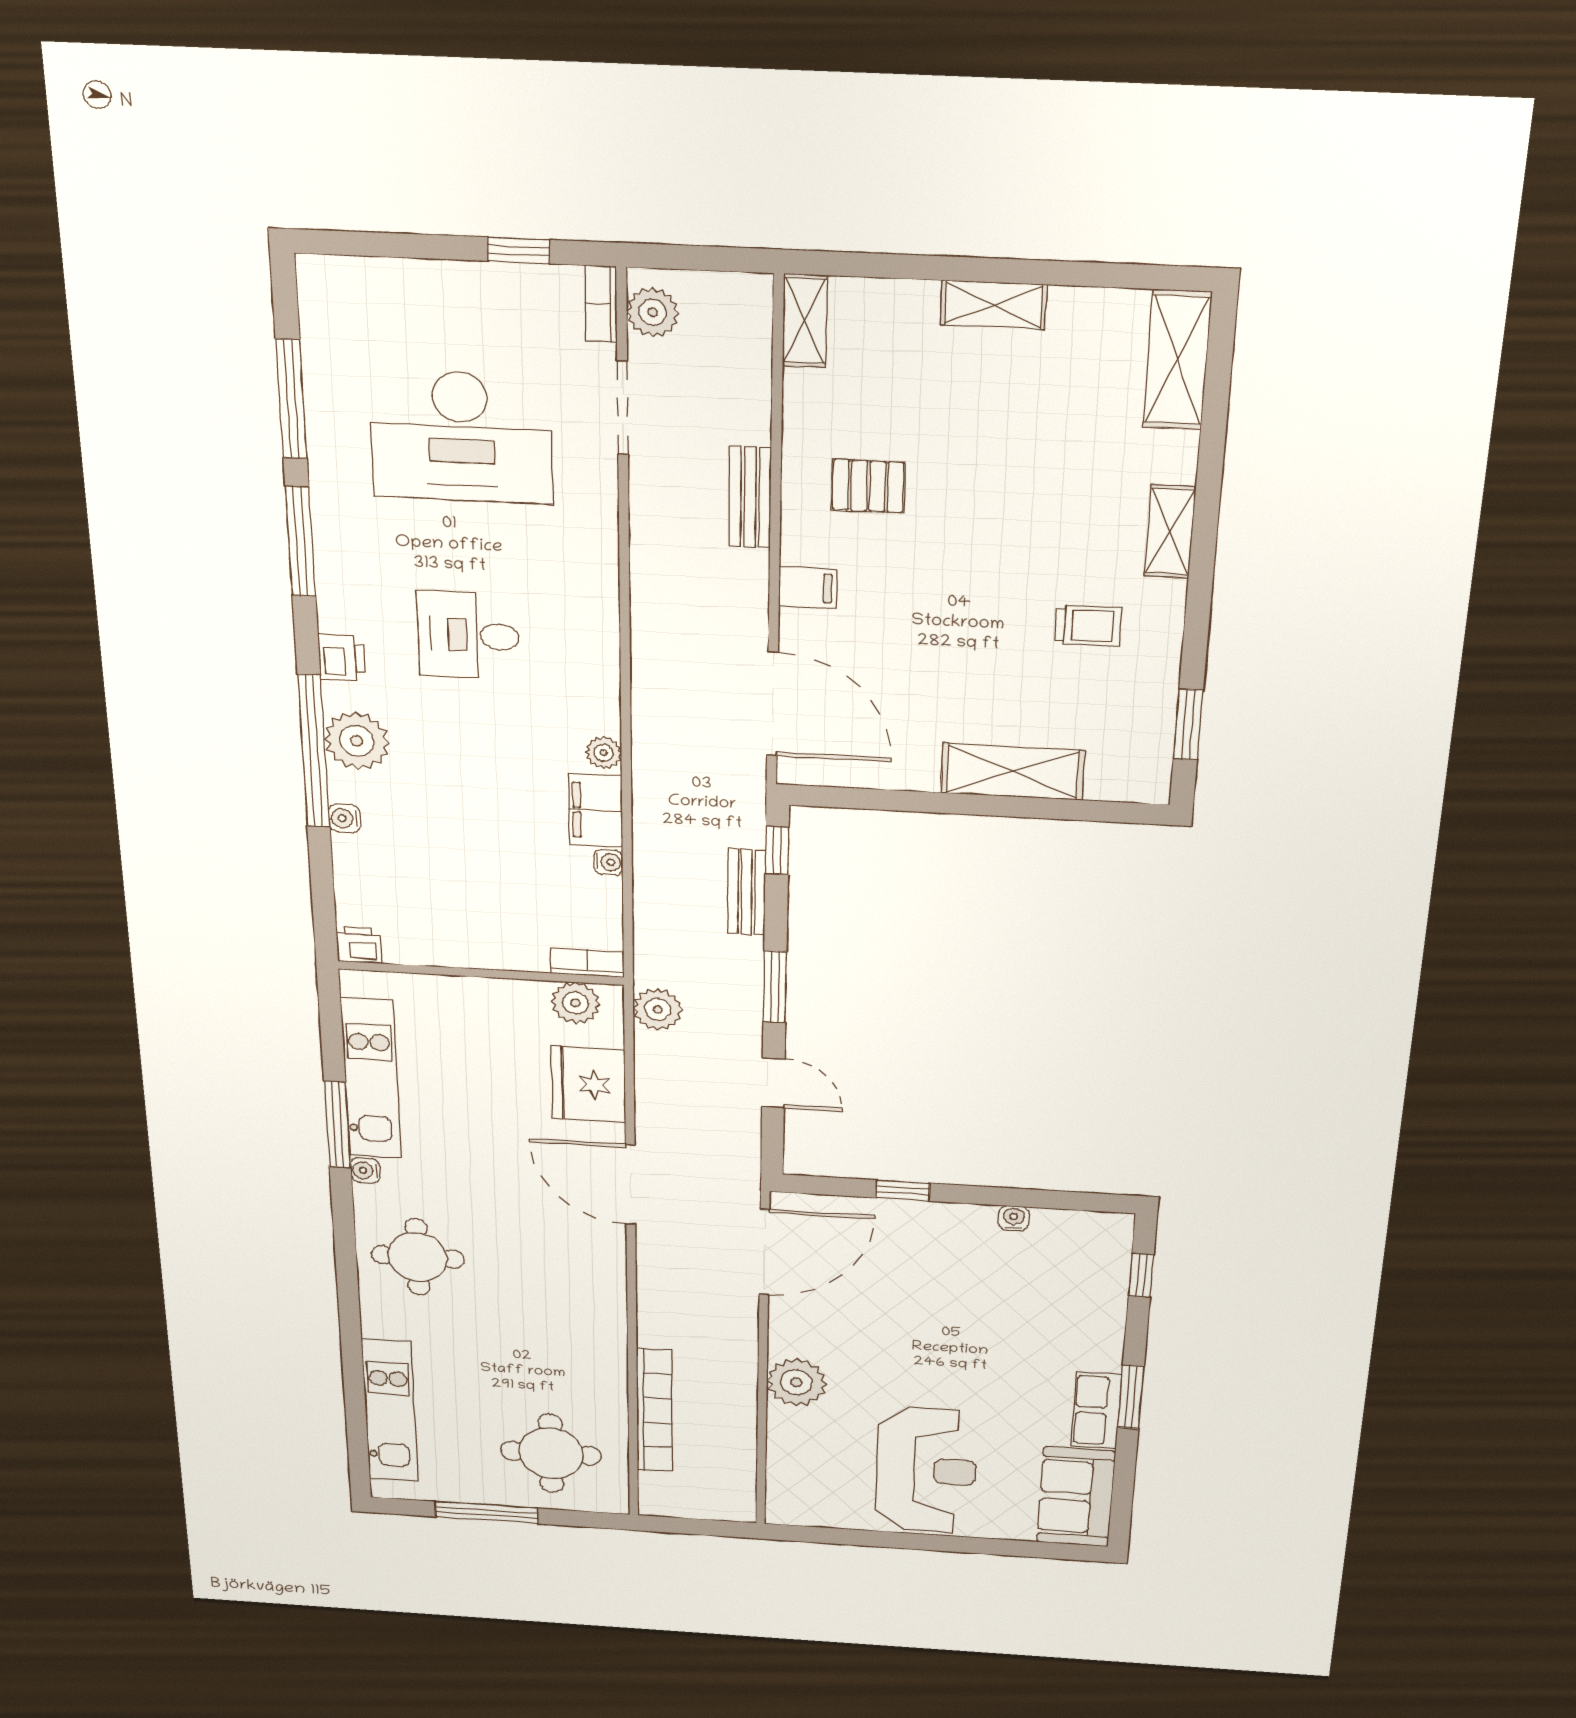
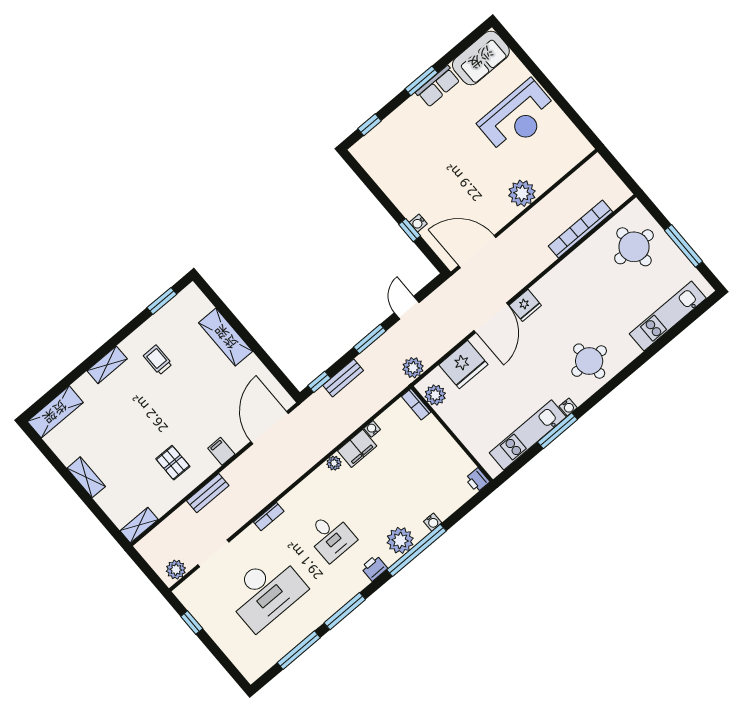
bookcase: (601, 304) -> (269, 517), moved
desk: (461, 437) -> (266, 592), turned 90
water cooler: (1014, 1218) -> (418, 223), moved
fridge: (603, 1246) -> (525, 305), added
reception desk: (926, 1470) -> (518, 117), turned 180

